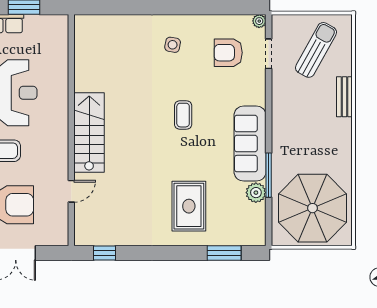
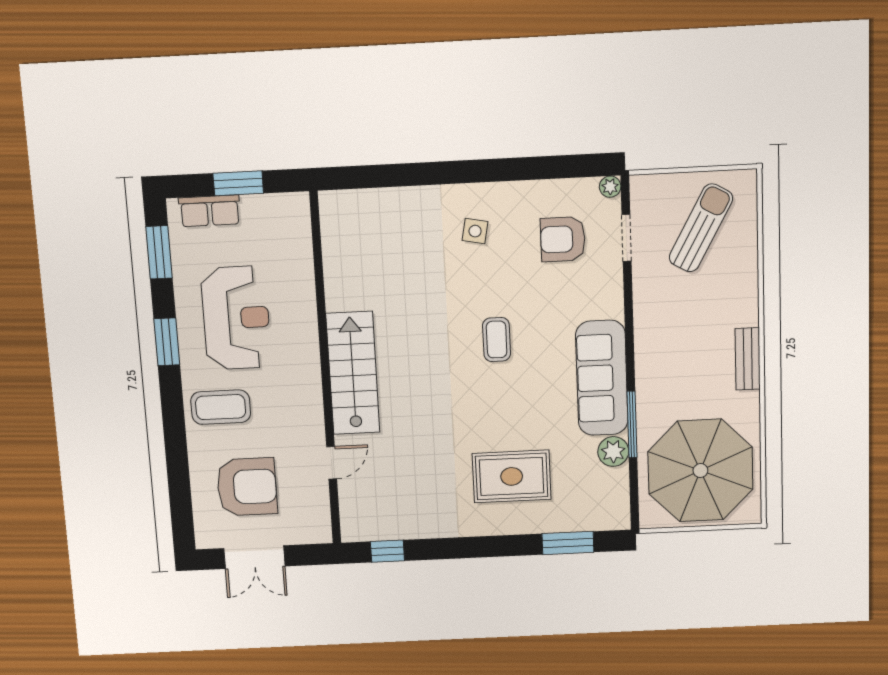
bench: (344, 97) -> (748, 359), moved
rug: (189, 206) -> (512, 476), turned 90

